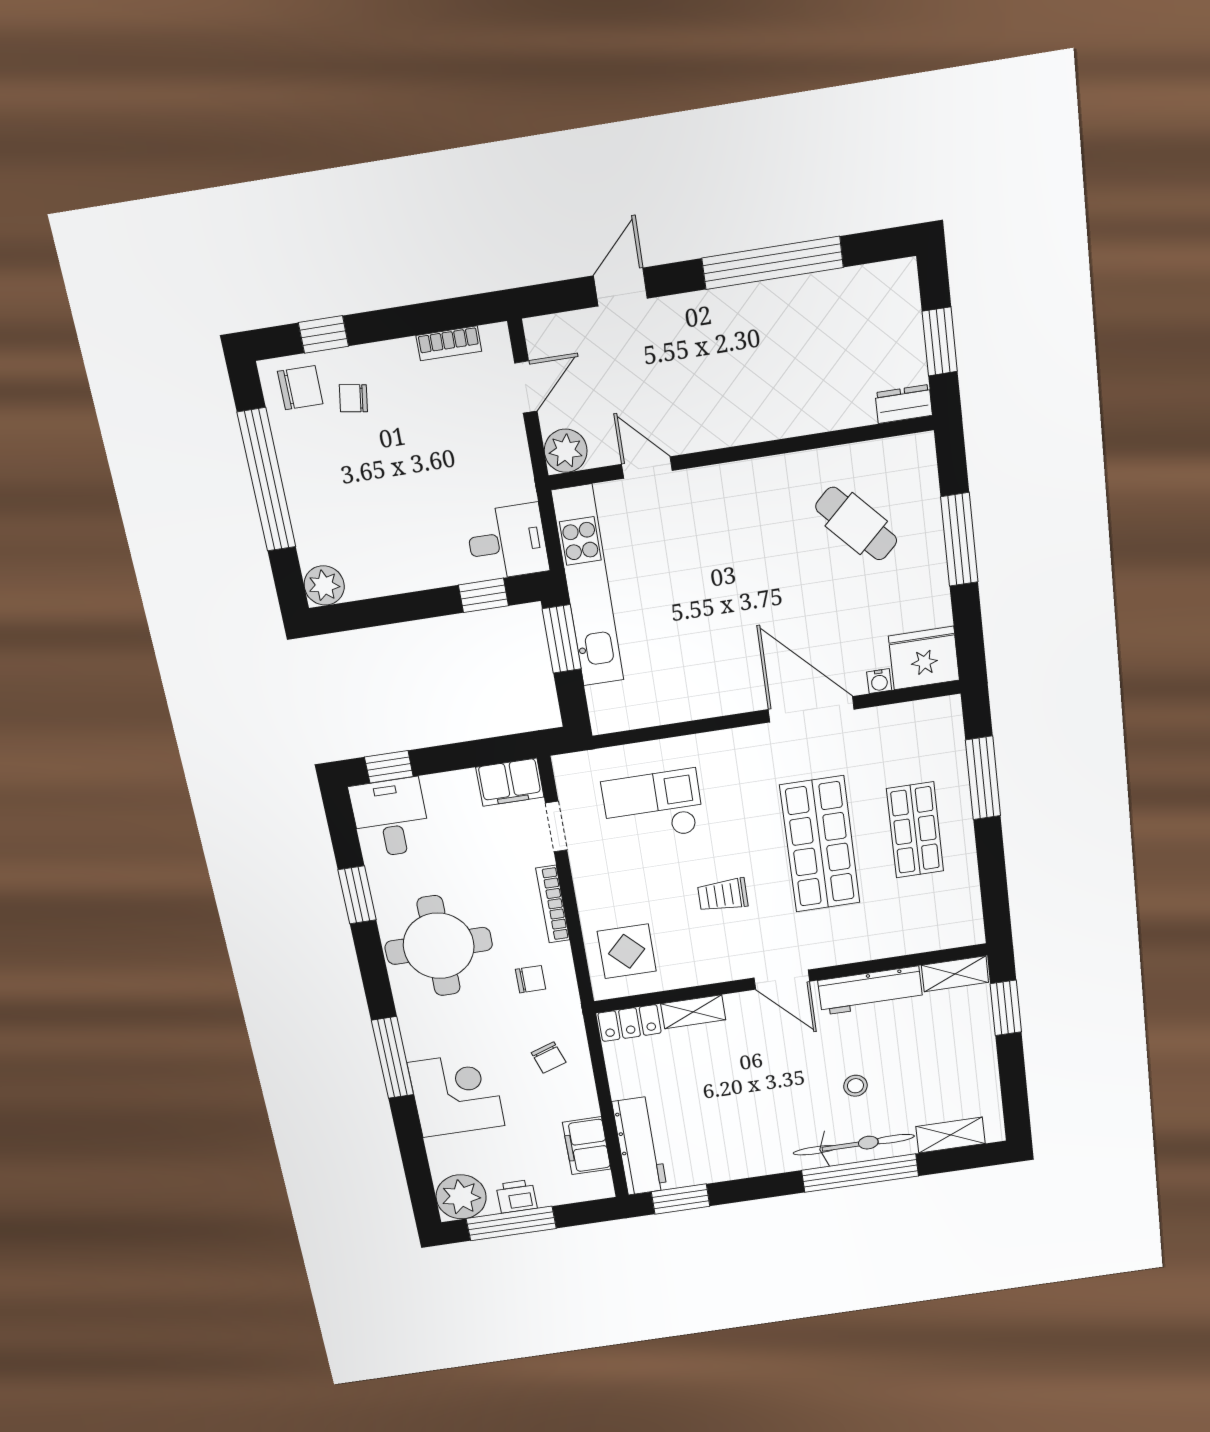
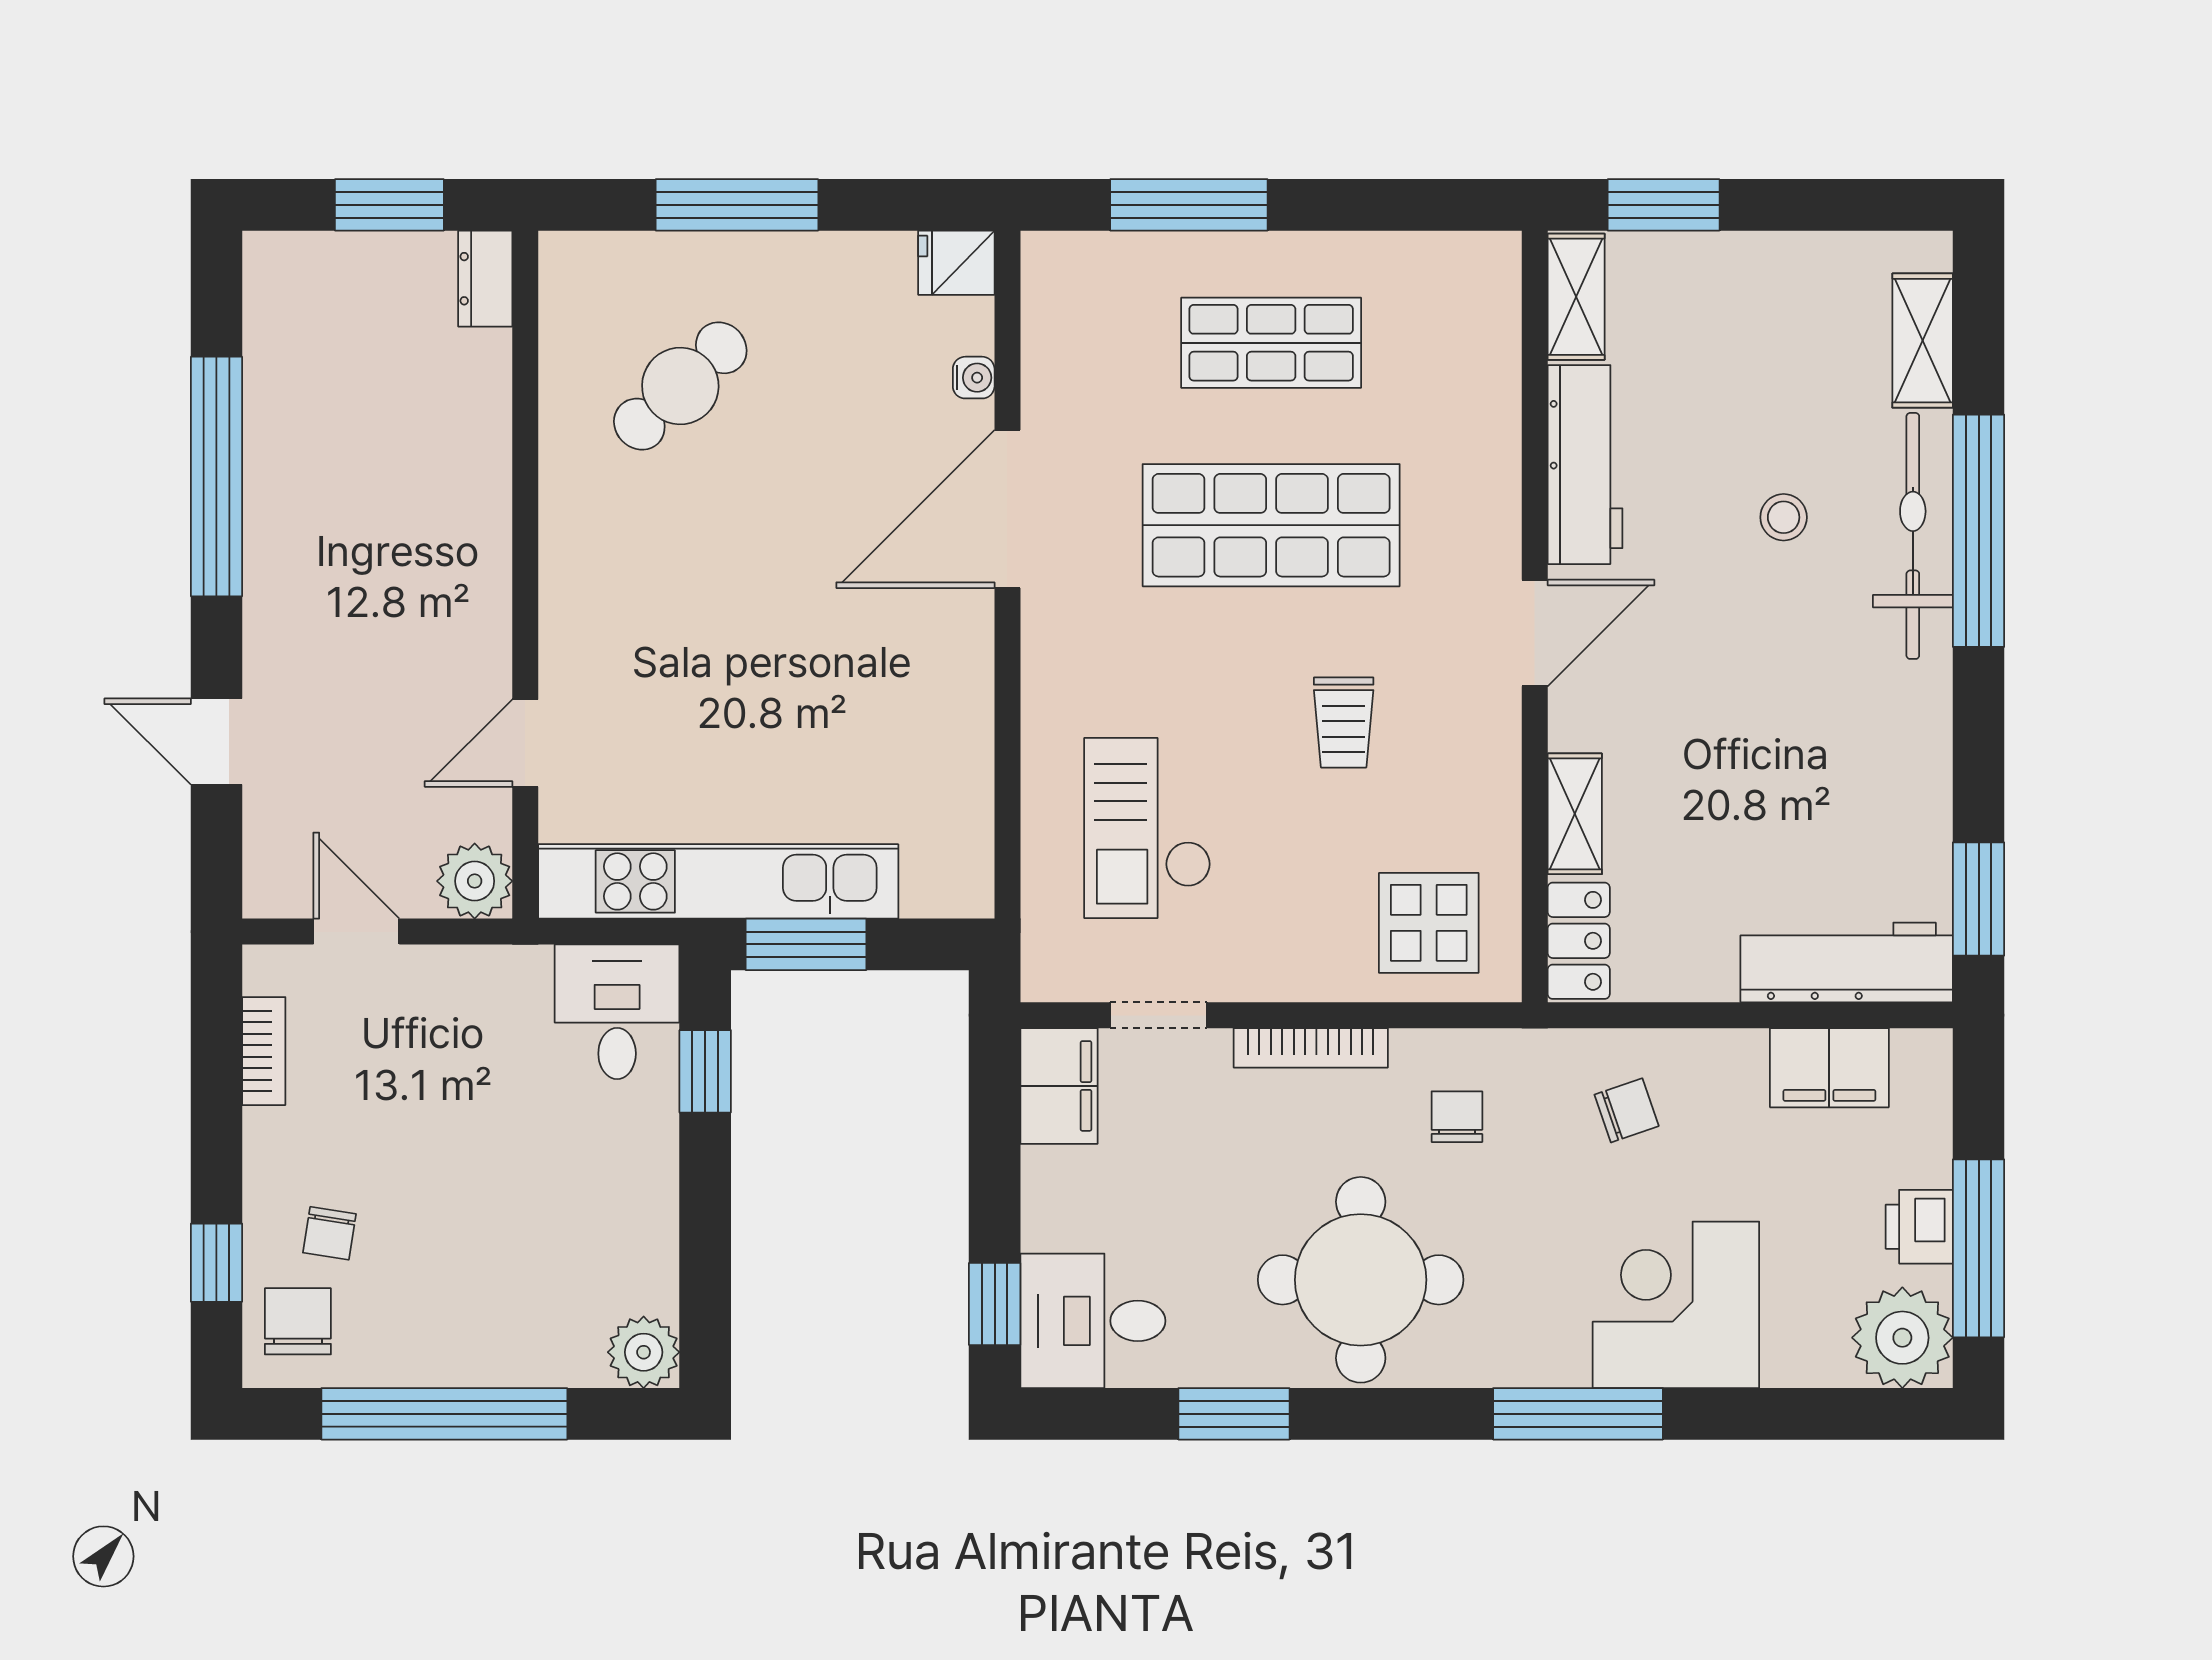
fridge: (924, 658) -> (956, 263), width x0.53, depth x0.75

